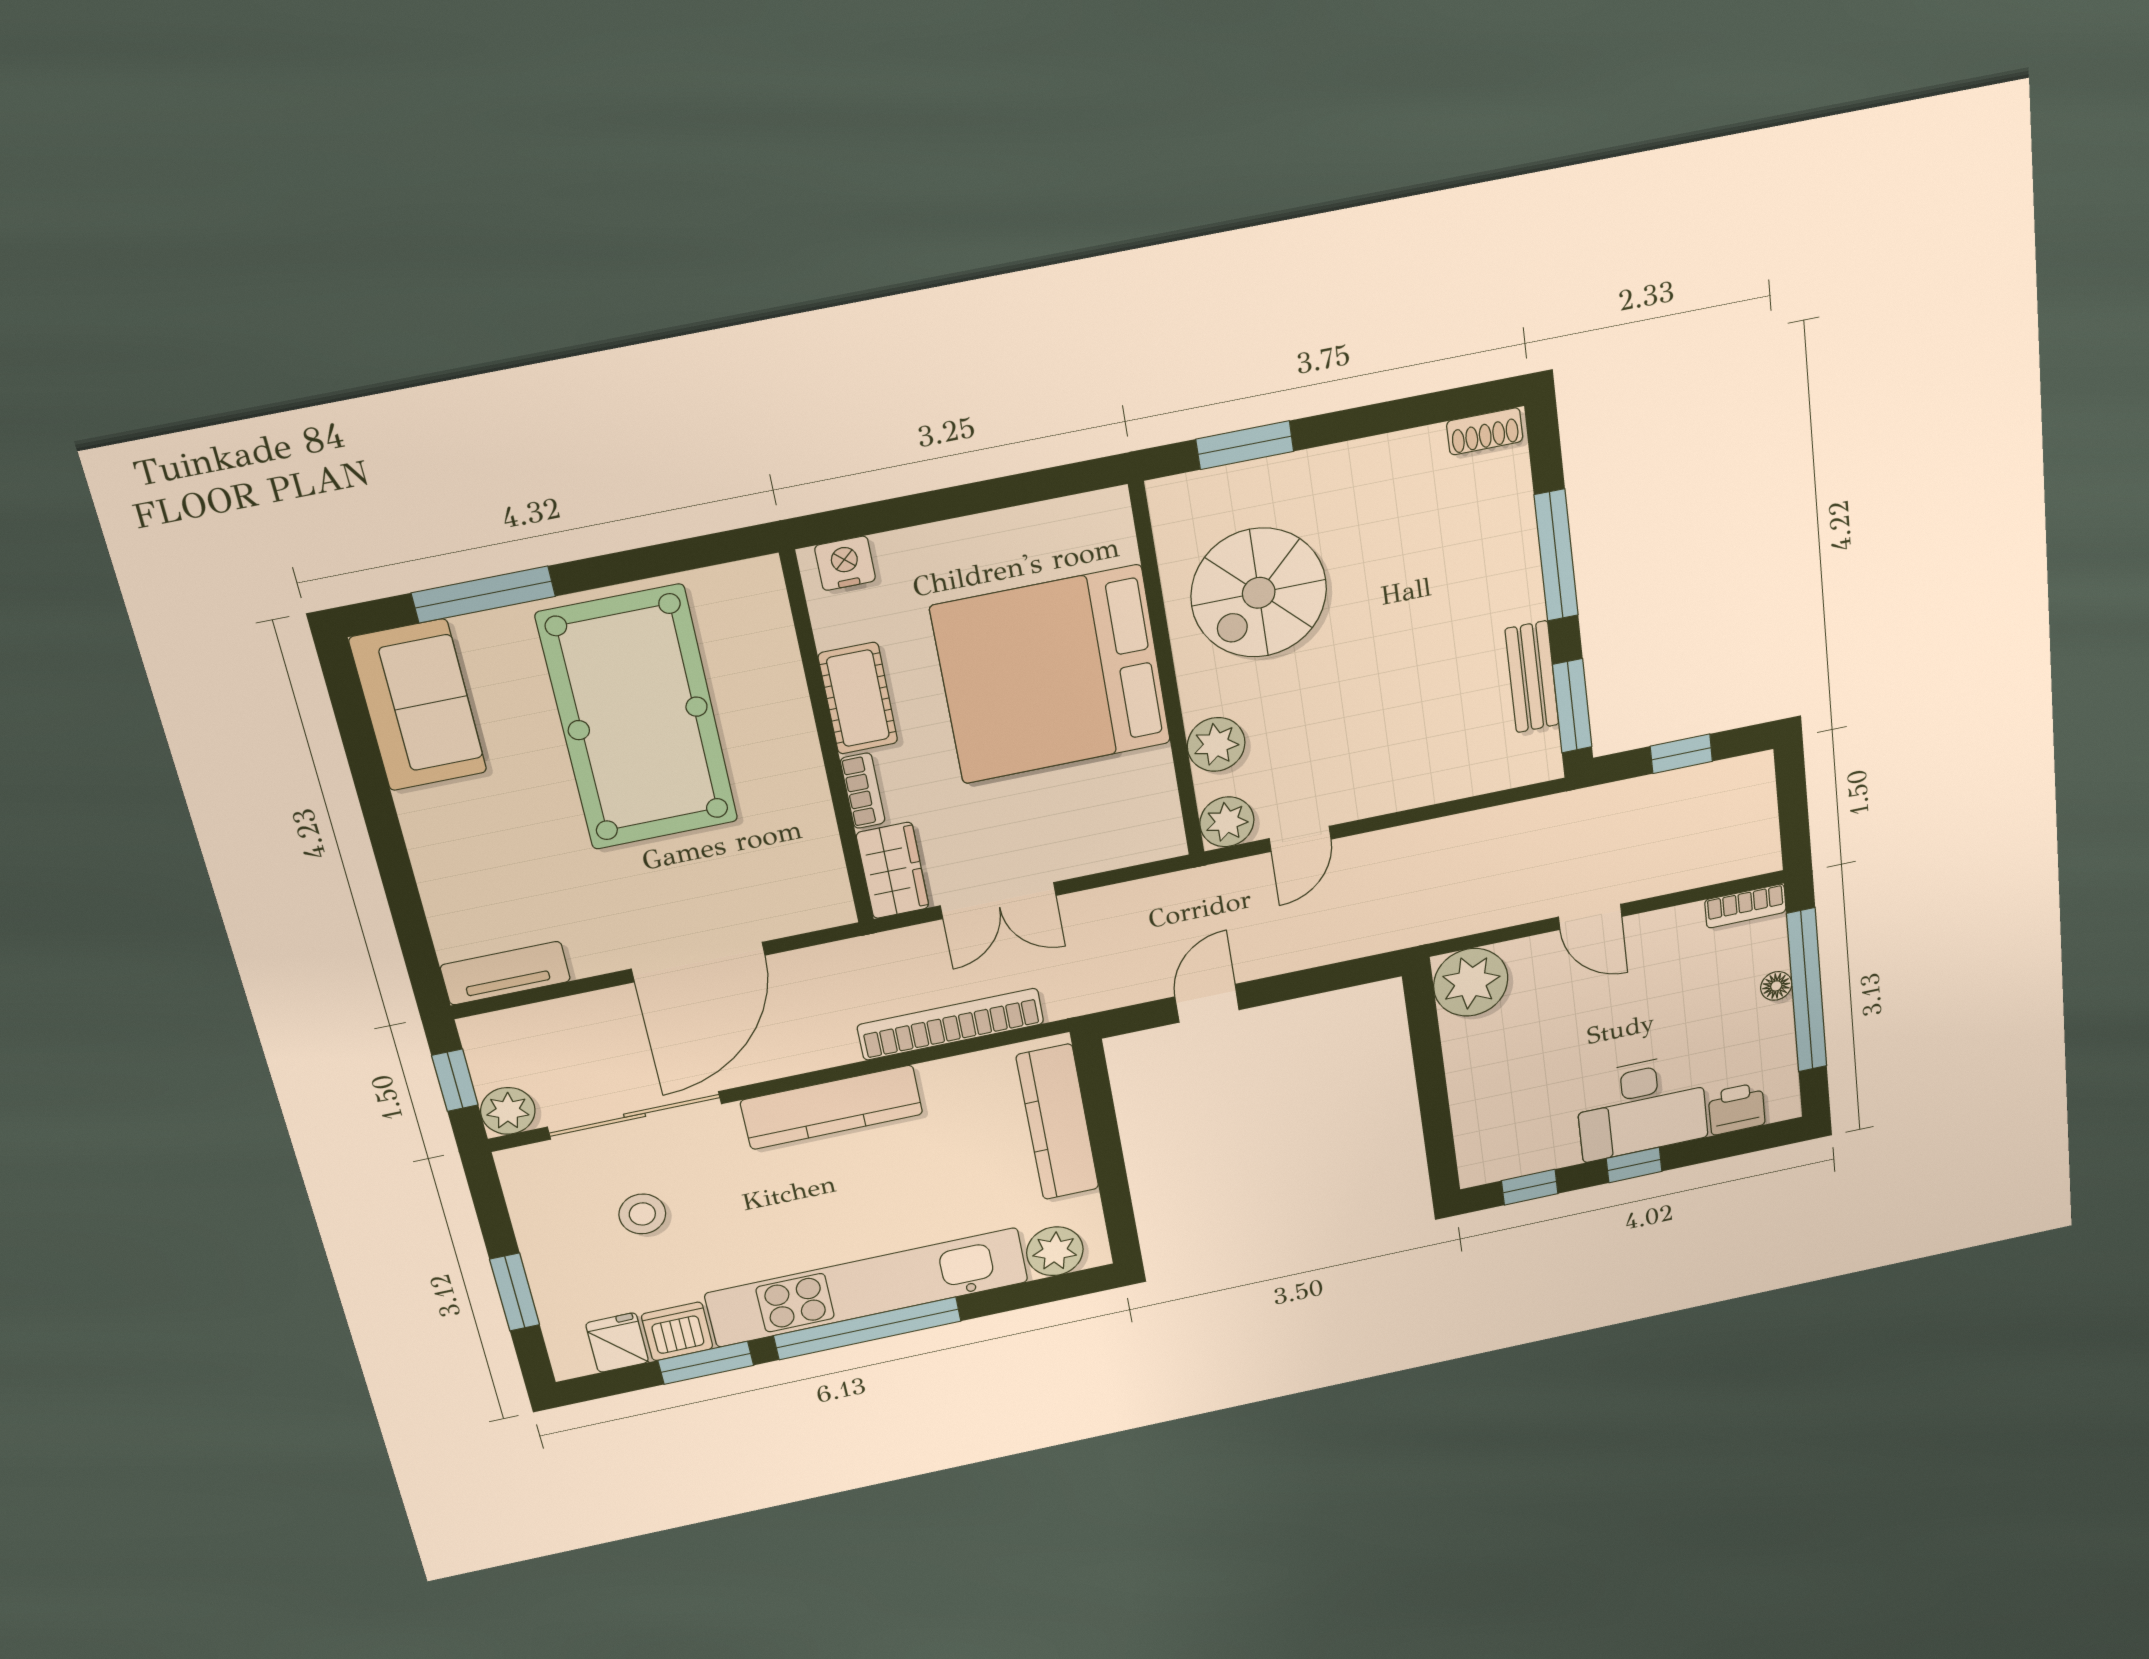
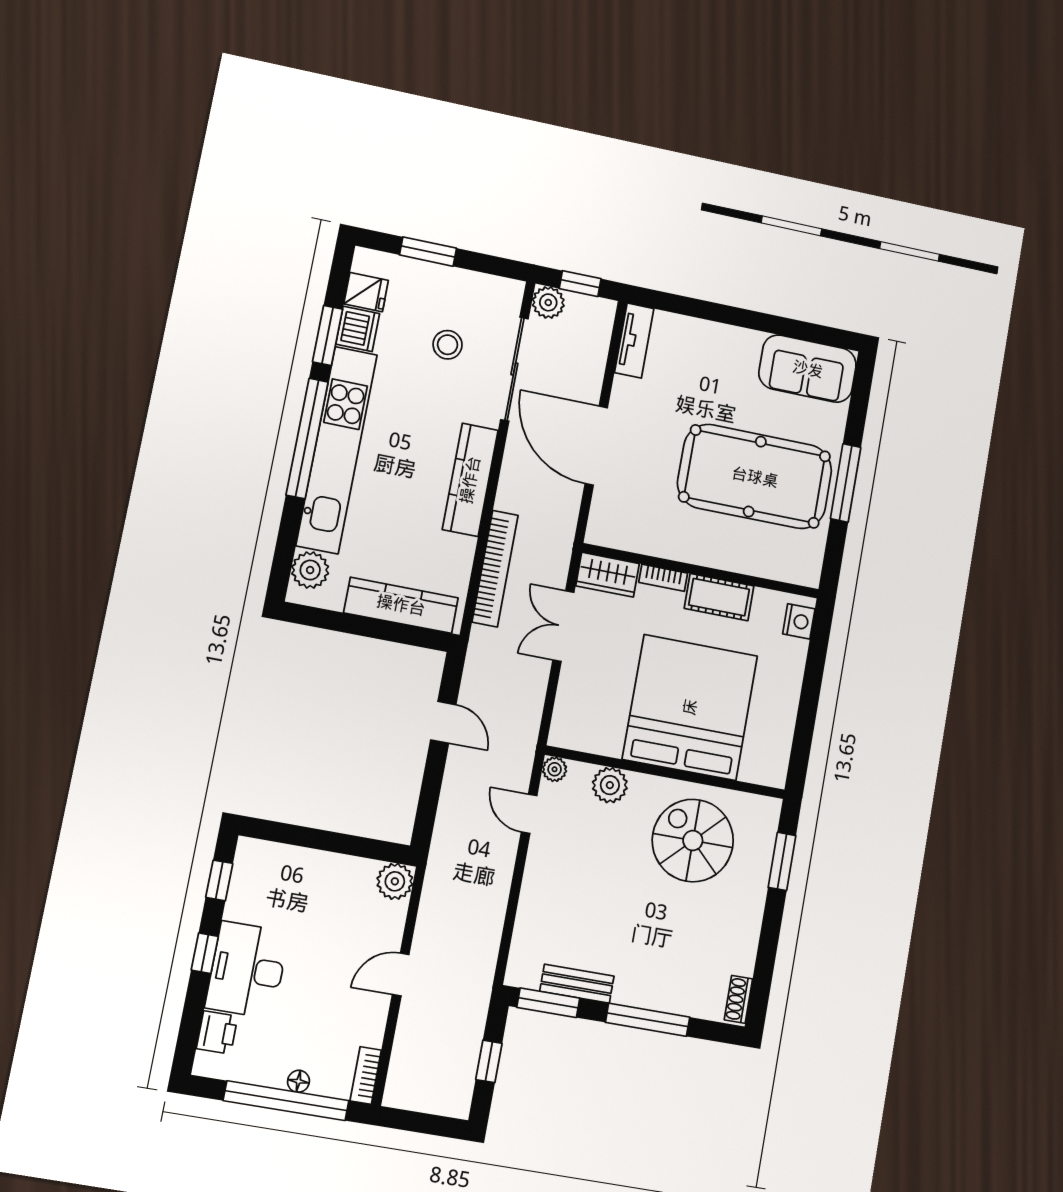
window: (483, 595) -> (846, 483), moved
plant: (1227, 822) -> (555, 769), width x0.73, depth x0.73
plant: (1471, 982) -> (395, 881), width x0.73, depth x0.73

